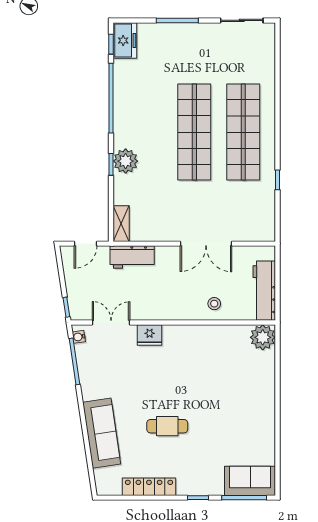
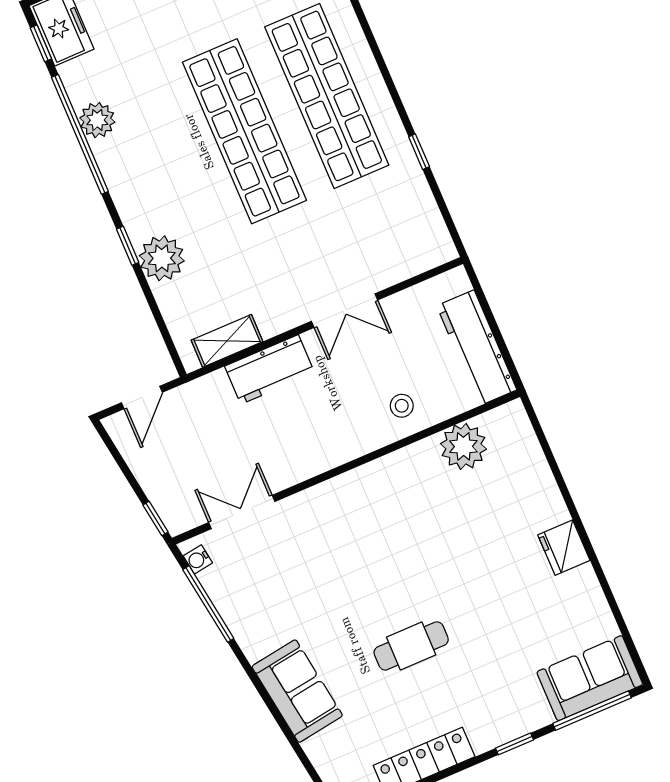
plant: (123, 95) -> (97, 120), added
plant: (126, 161) -> (162, 258), moved
shelving: (121, 224) -> (227, 341), moved, turned 90
double door: (206, 244) -> (345, 311), width x0.73
workbench: (132, 257) -> (270, 369), moved
fridge: (150, 335) -> (564, 548), moved, turned 90
plant: (263, 337) -> (463, 446), moved
sofa: (102, 433) -> (297, 691), width x0.73

